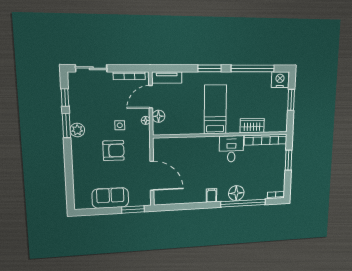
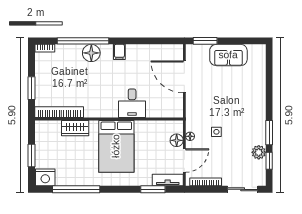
window: (210, 68) -> (153, 189), moved
bed: (215, 110) -> (116, 146), width x1.50
plant: (77, 130) -> (259, 152), moved
desk: (231, 149) -> (132, 103), moved
armchair: (114, 151) -> (224, 106), removed

